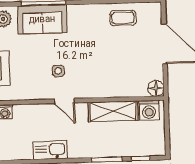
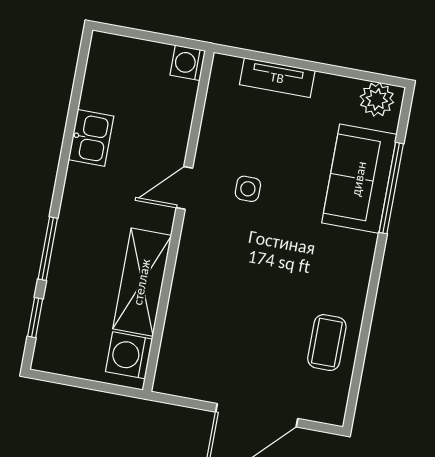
floor lamp: (156, 88) -> (170, 379), removed
kitchen sink: (50, 150) -> (91, 138), width x0.73

